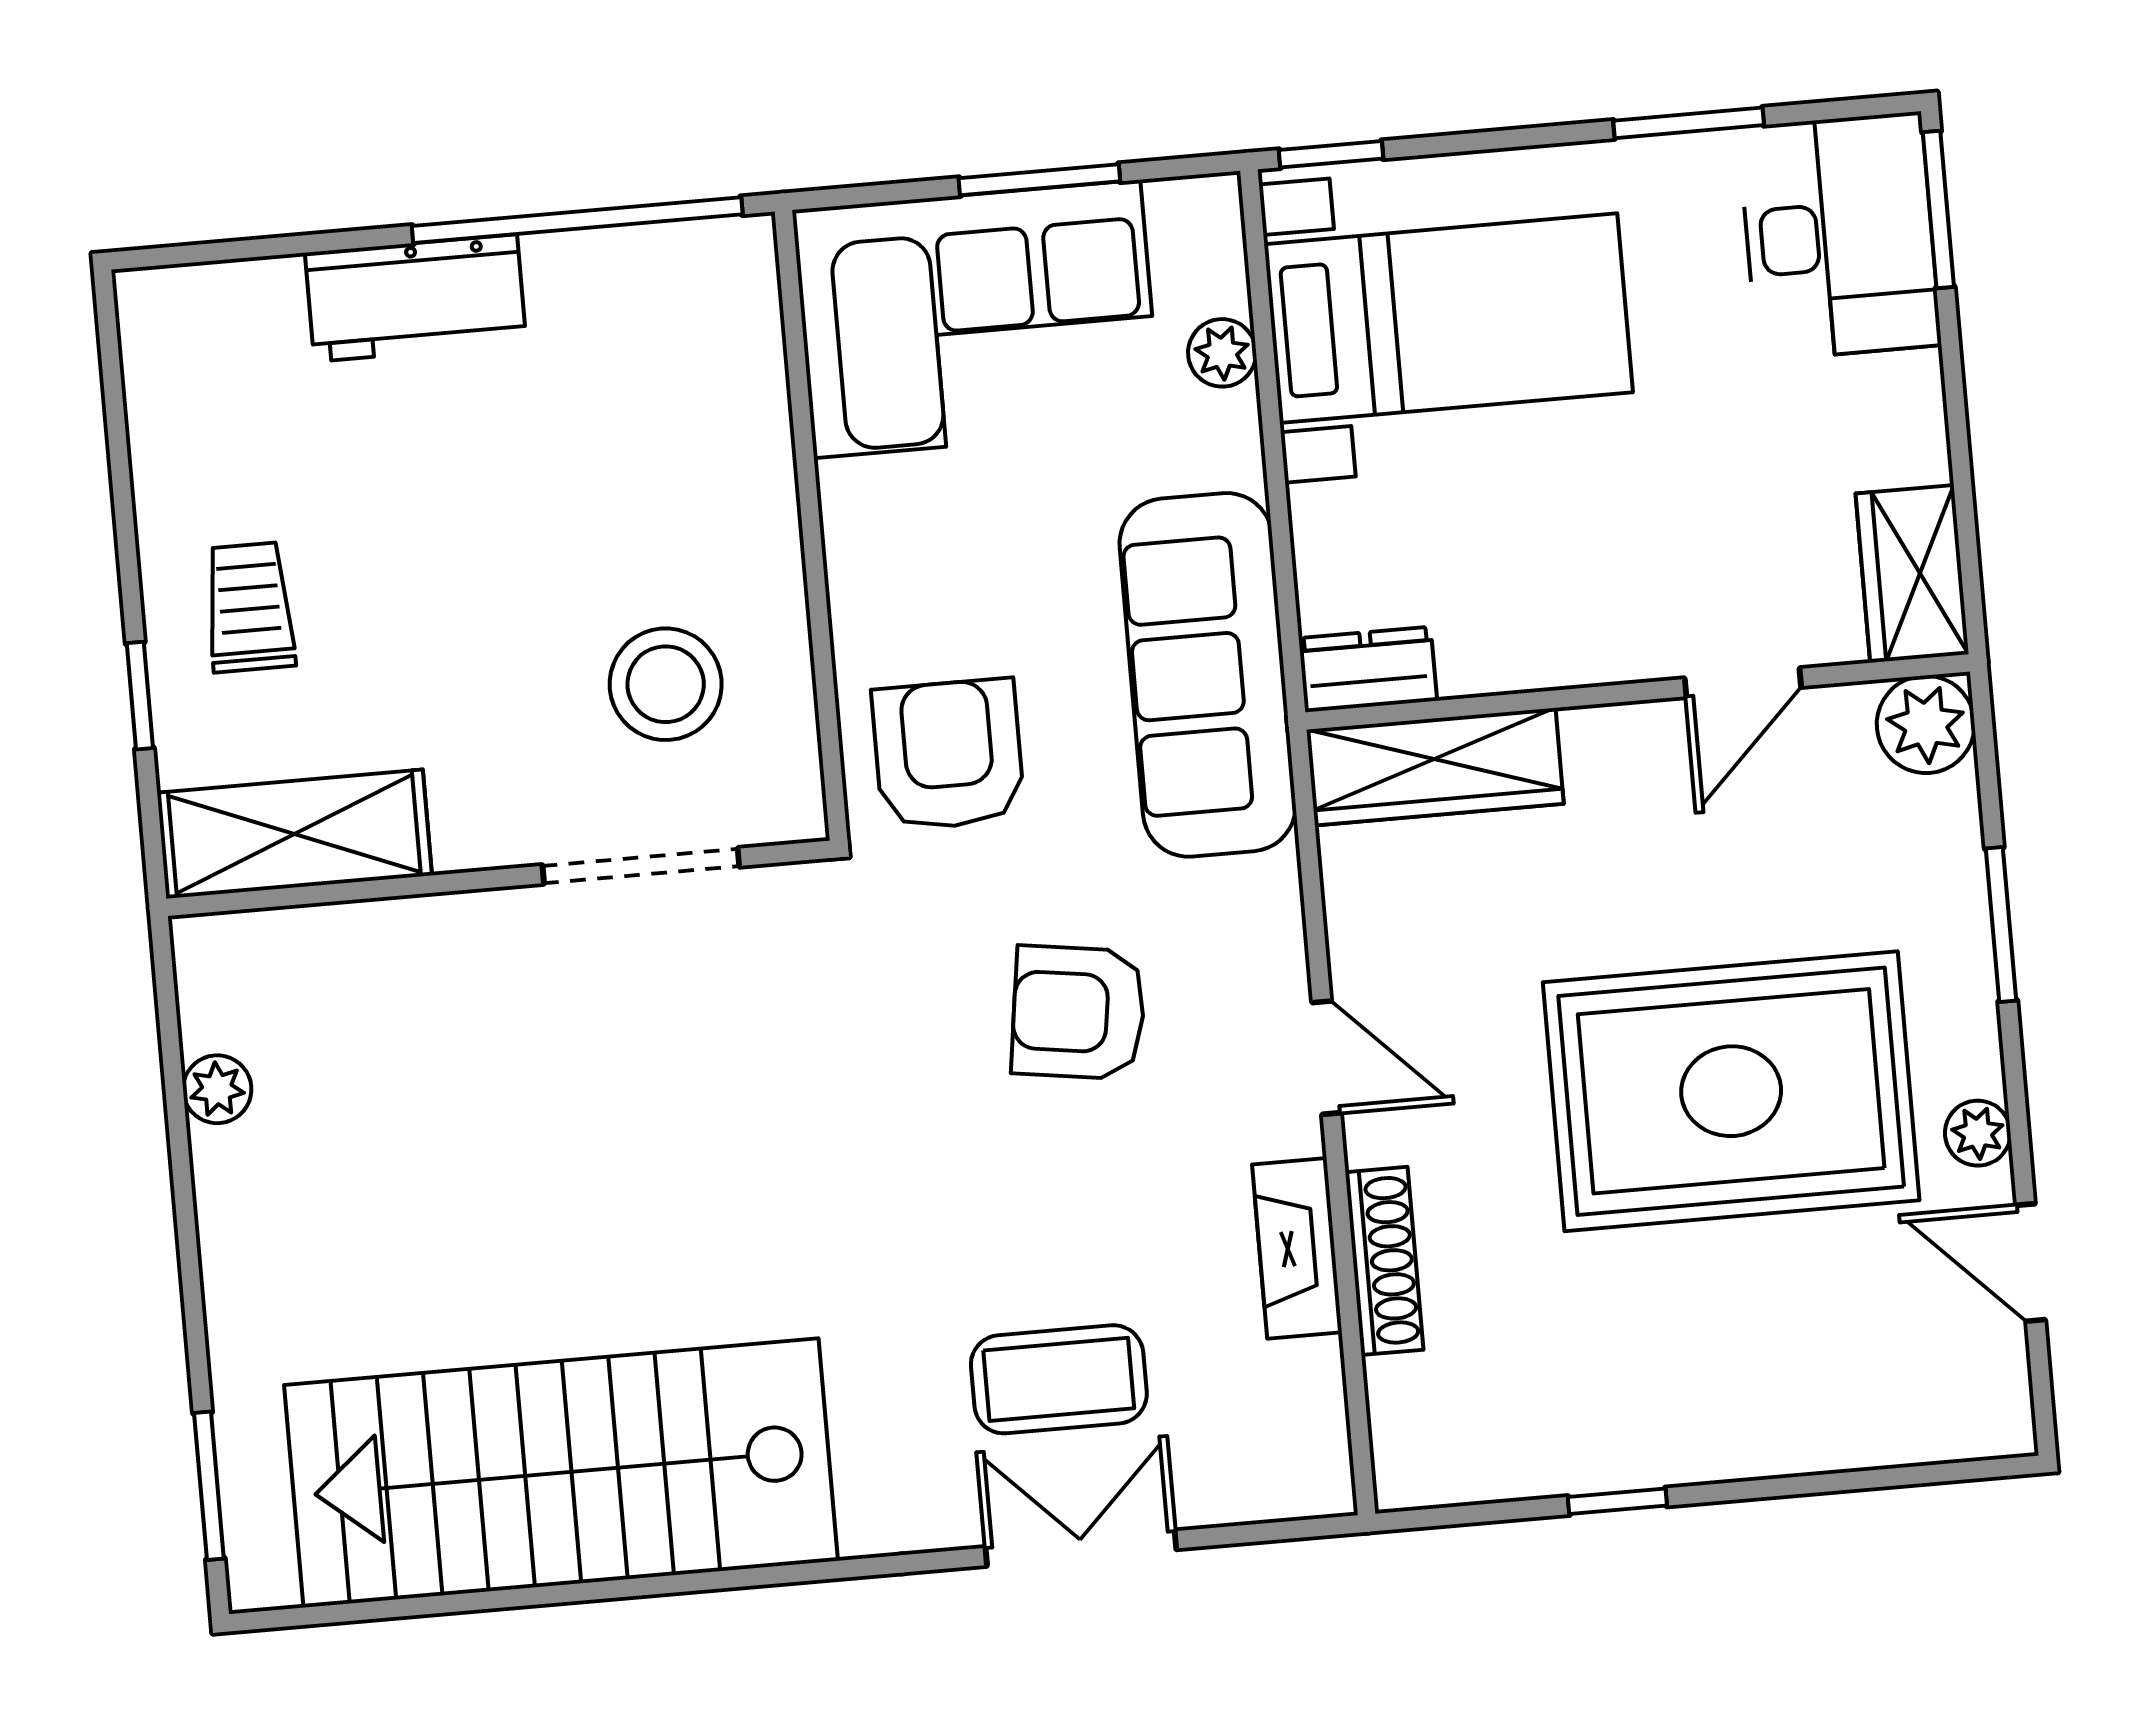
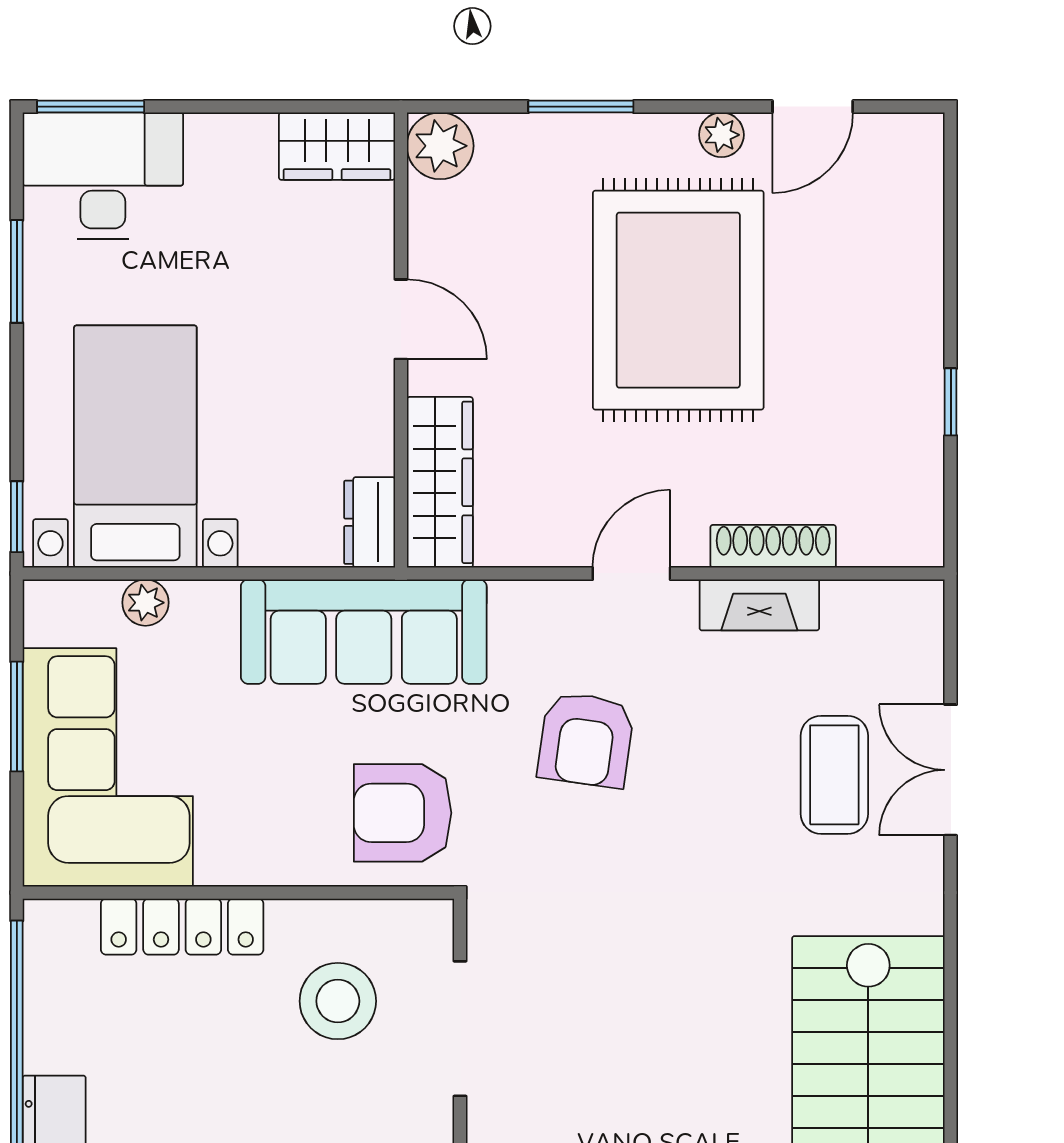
locker: (754, 448) -> (182, 927), added
door: (1743, 683) -> (401, 319), moved

